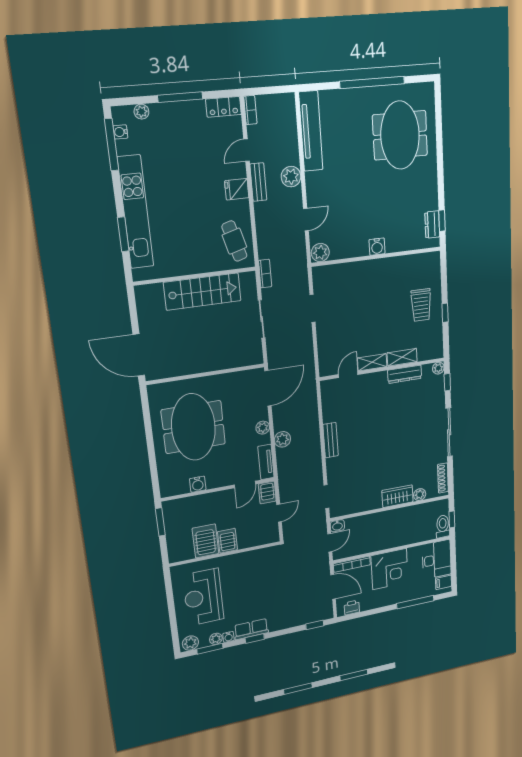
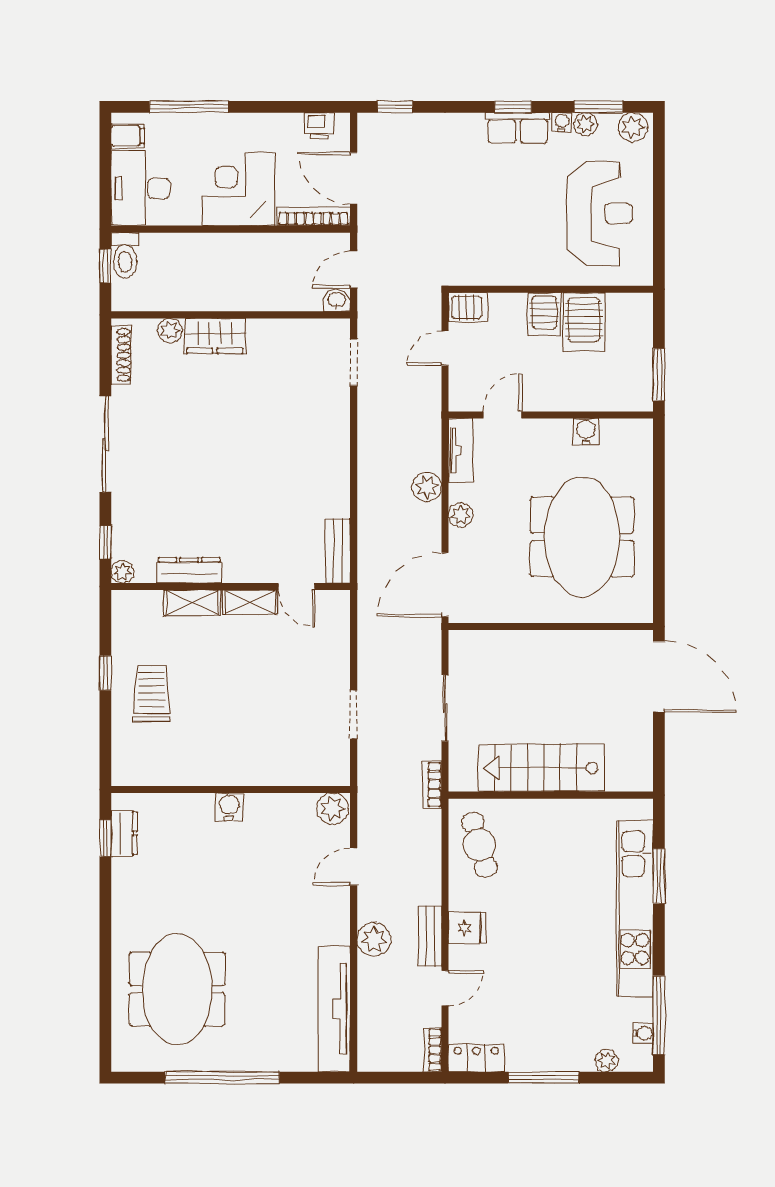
door: (348, 375) -> (297, 586), hinge flipped
bench: (331, 440) -> (338, 551), moved
server rack: (267, 492) -> (468, 307), moved, turned 90

